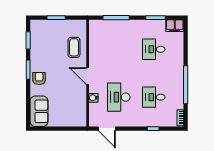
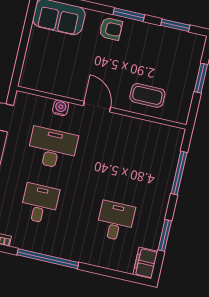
door: (88, 76) -> (97, 107), hinge flipped

